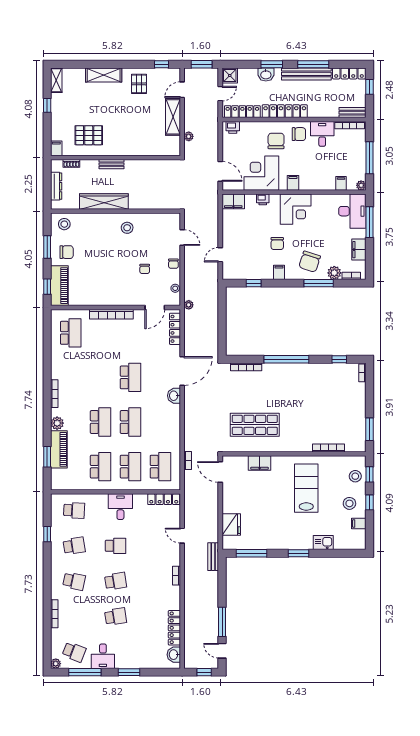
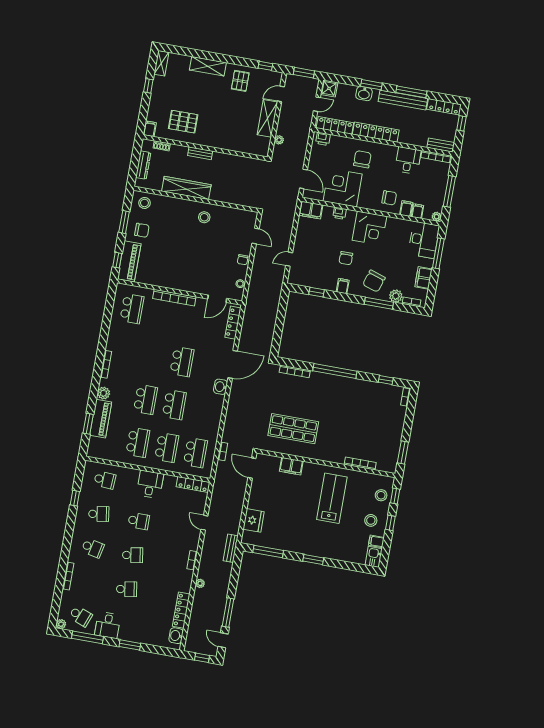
chair: (299, 134) -> (389, 198), moved
filing cabinet: (293, 183) -> (406, 209), moved
chair: (145, 269) -> (214, 260), removed
plant: (189, 305) -> (200, 583), moved
kitchen sink: (323, 542) -> (374, 557), moved, turned -90

